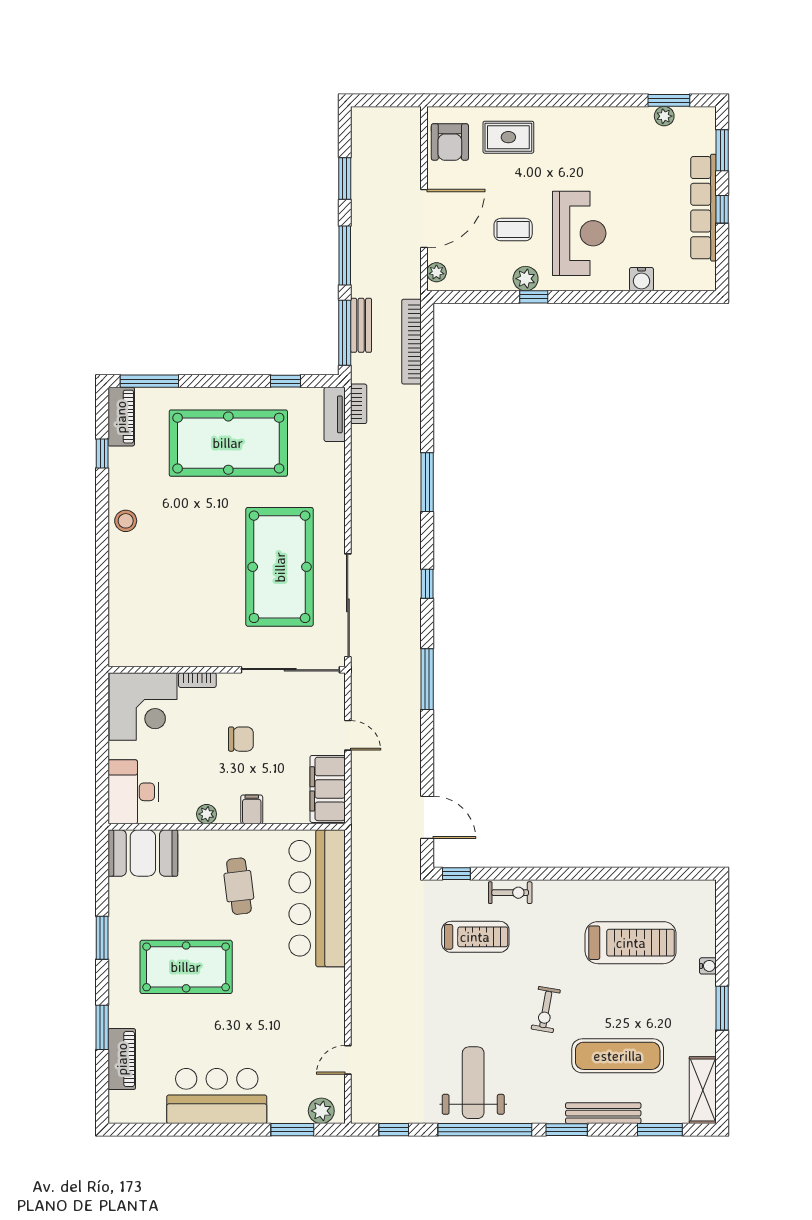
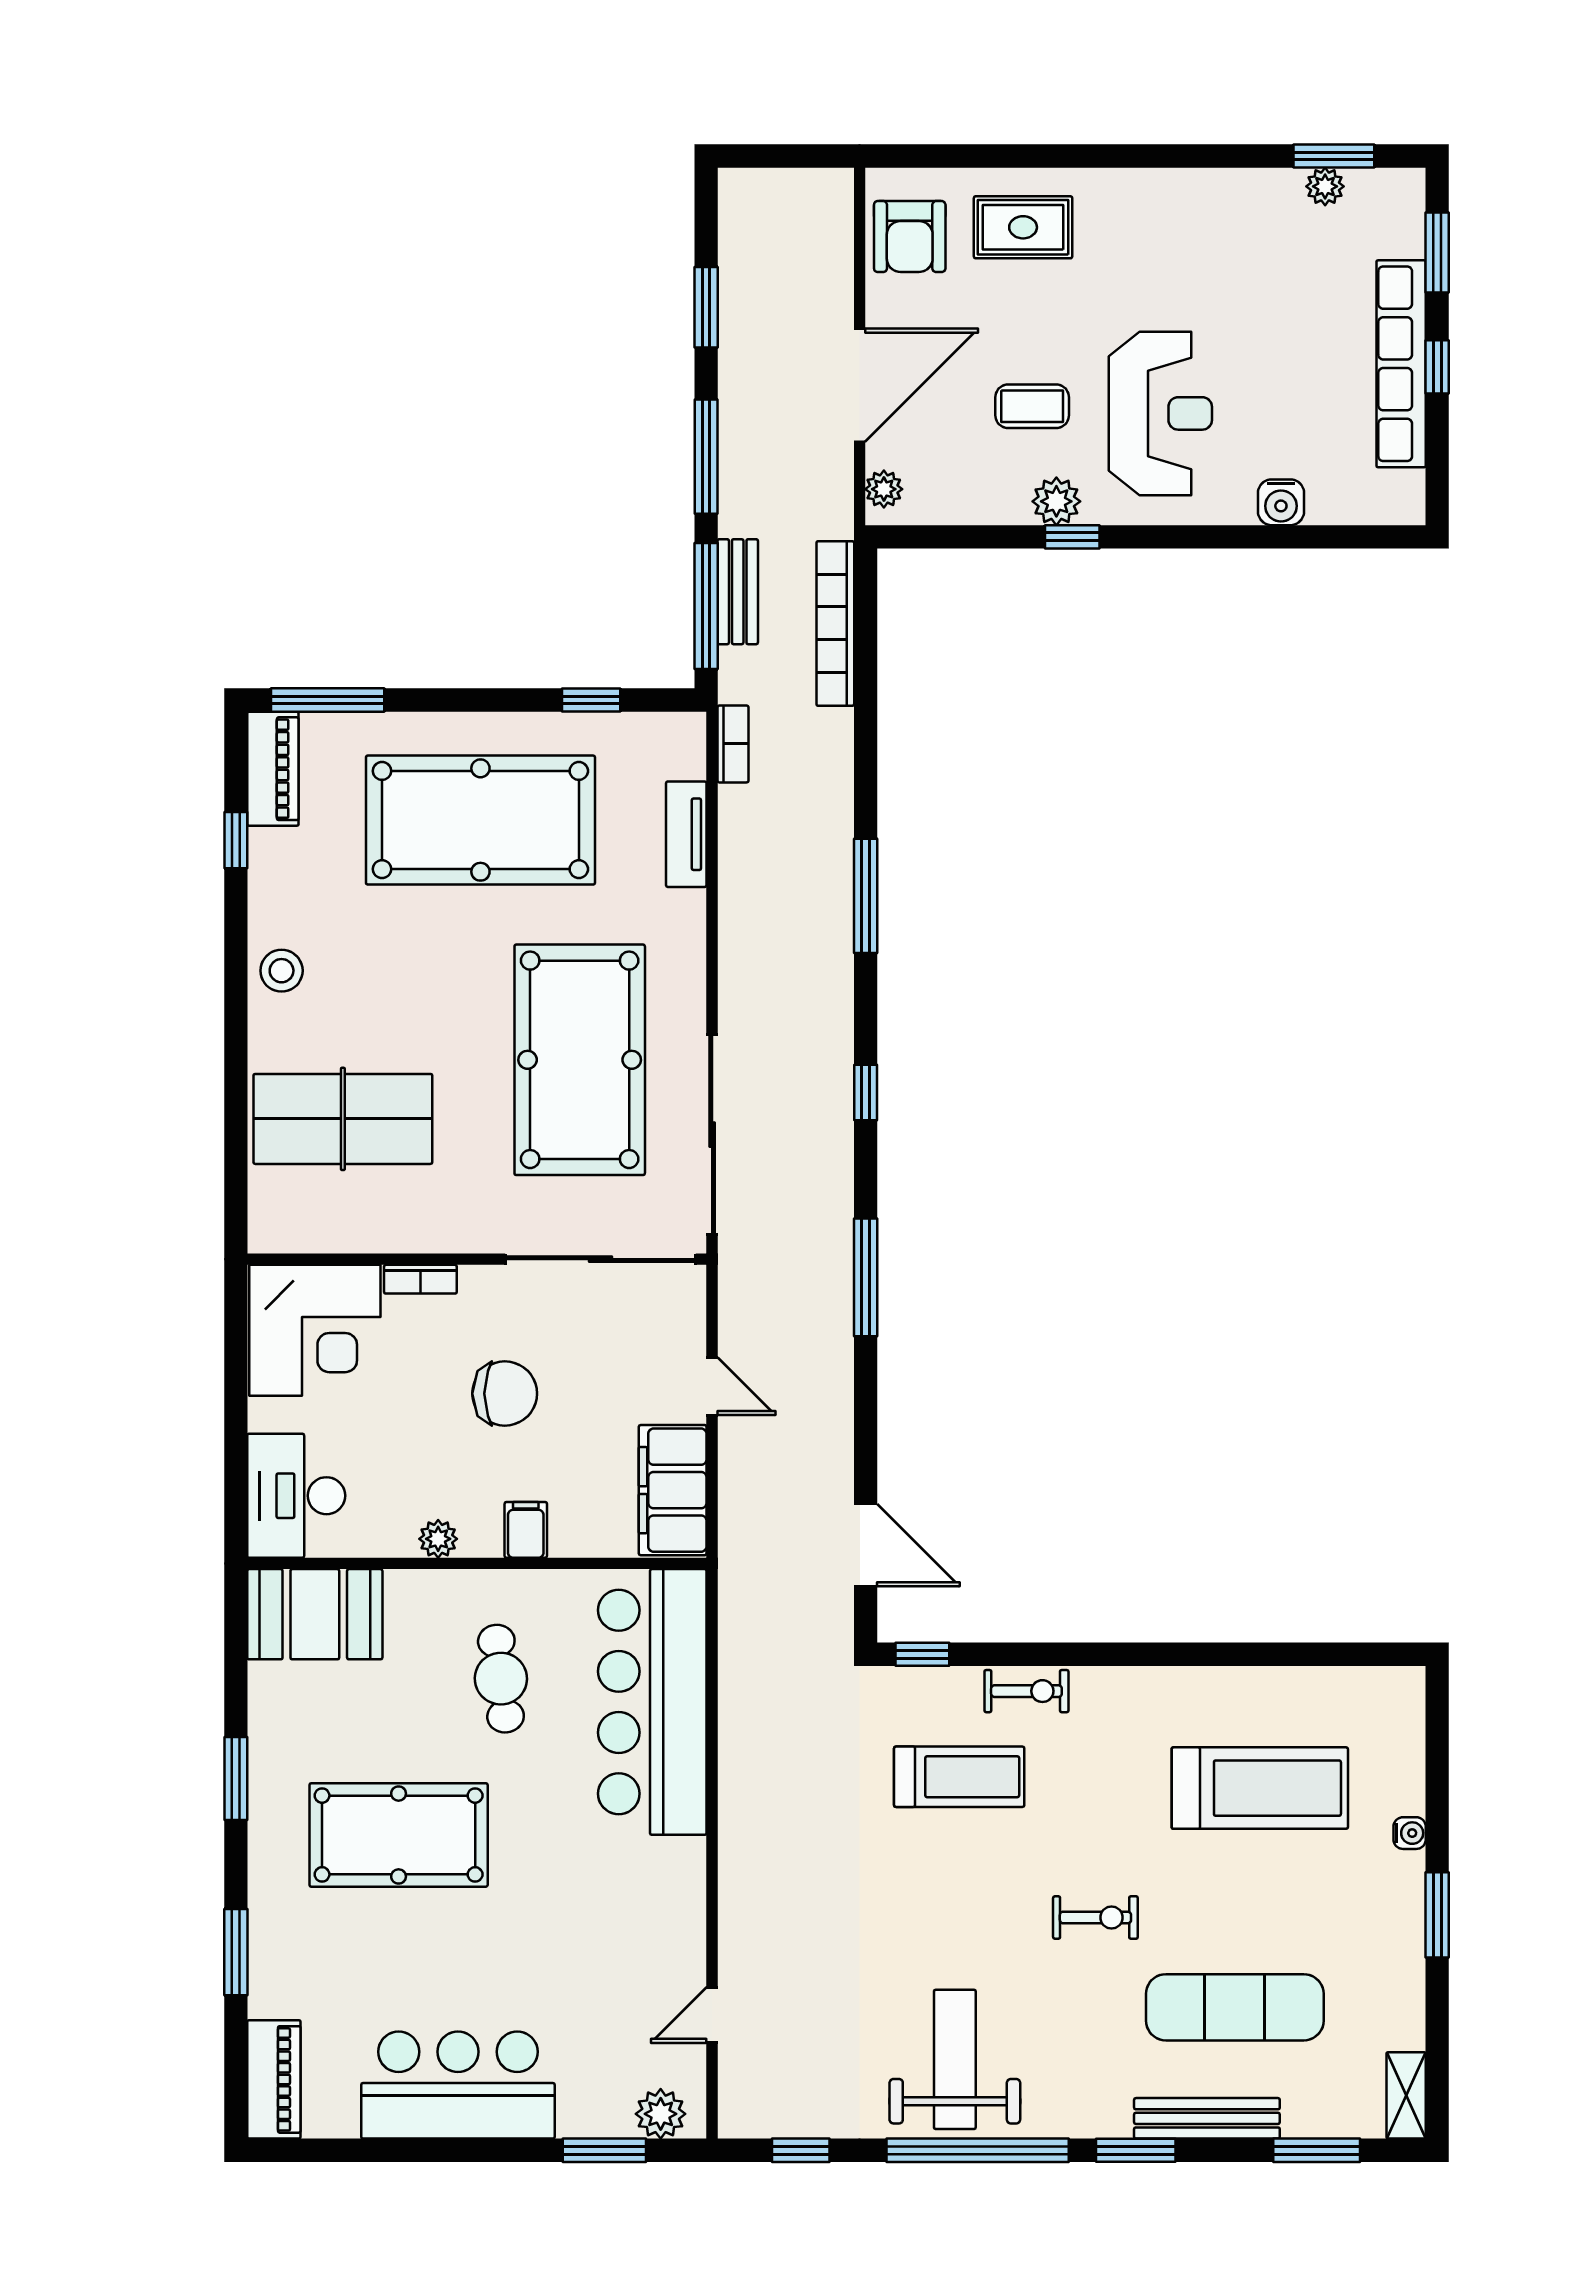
tv unit: (335, 414) -> (686, 834), moved
table tennis table: (157, 597) -> (343, 1119), added
chair: (241, 739) -> (505, 1394), width x1.37, depth x1.37
exercise bike: (546, 1009) -> (1095, 1917), turned -100
piano: (122, 1059) -> (274, 2079), moved
shelving: (703, 1090) -> (1406, 2095), width x0.67, depth x0.75

